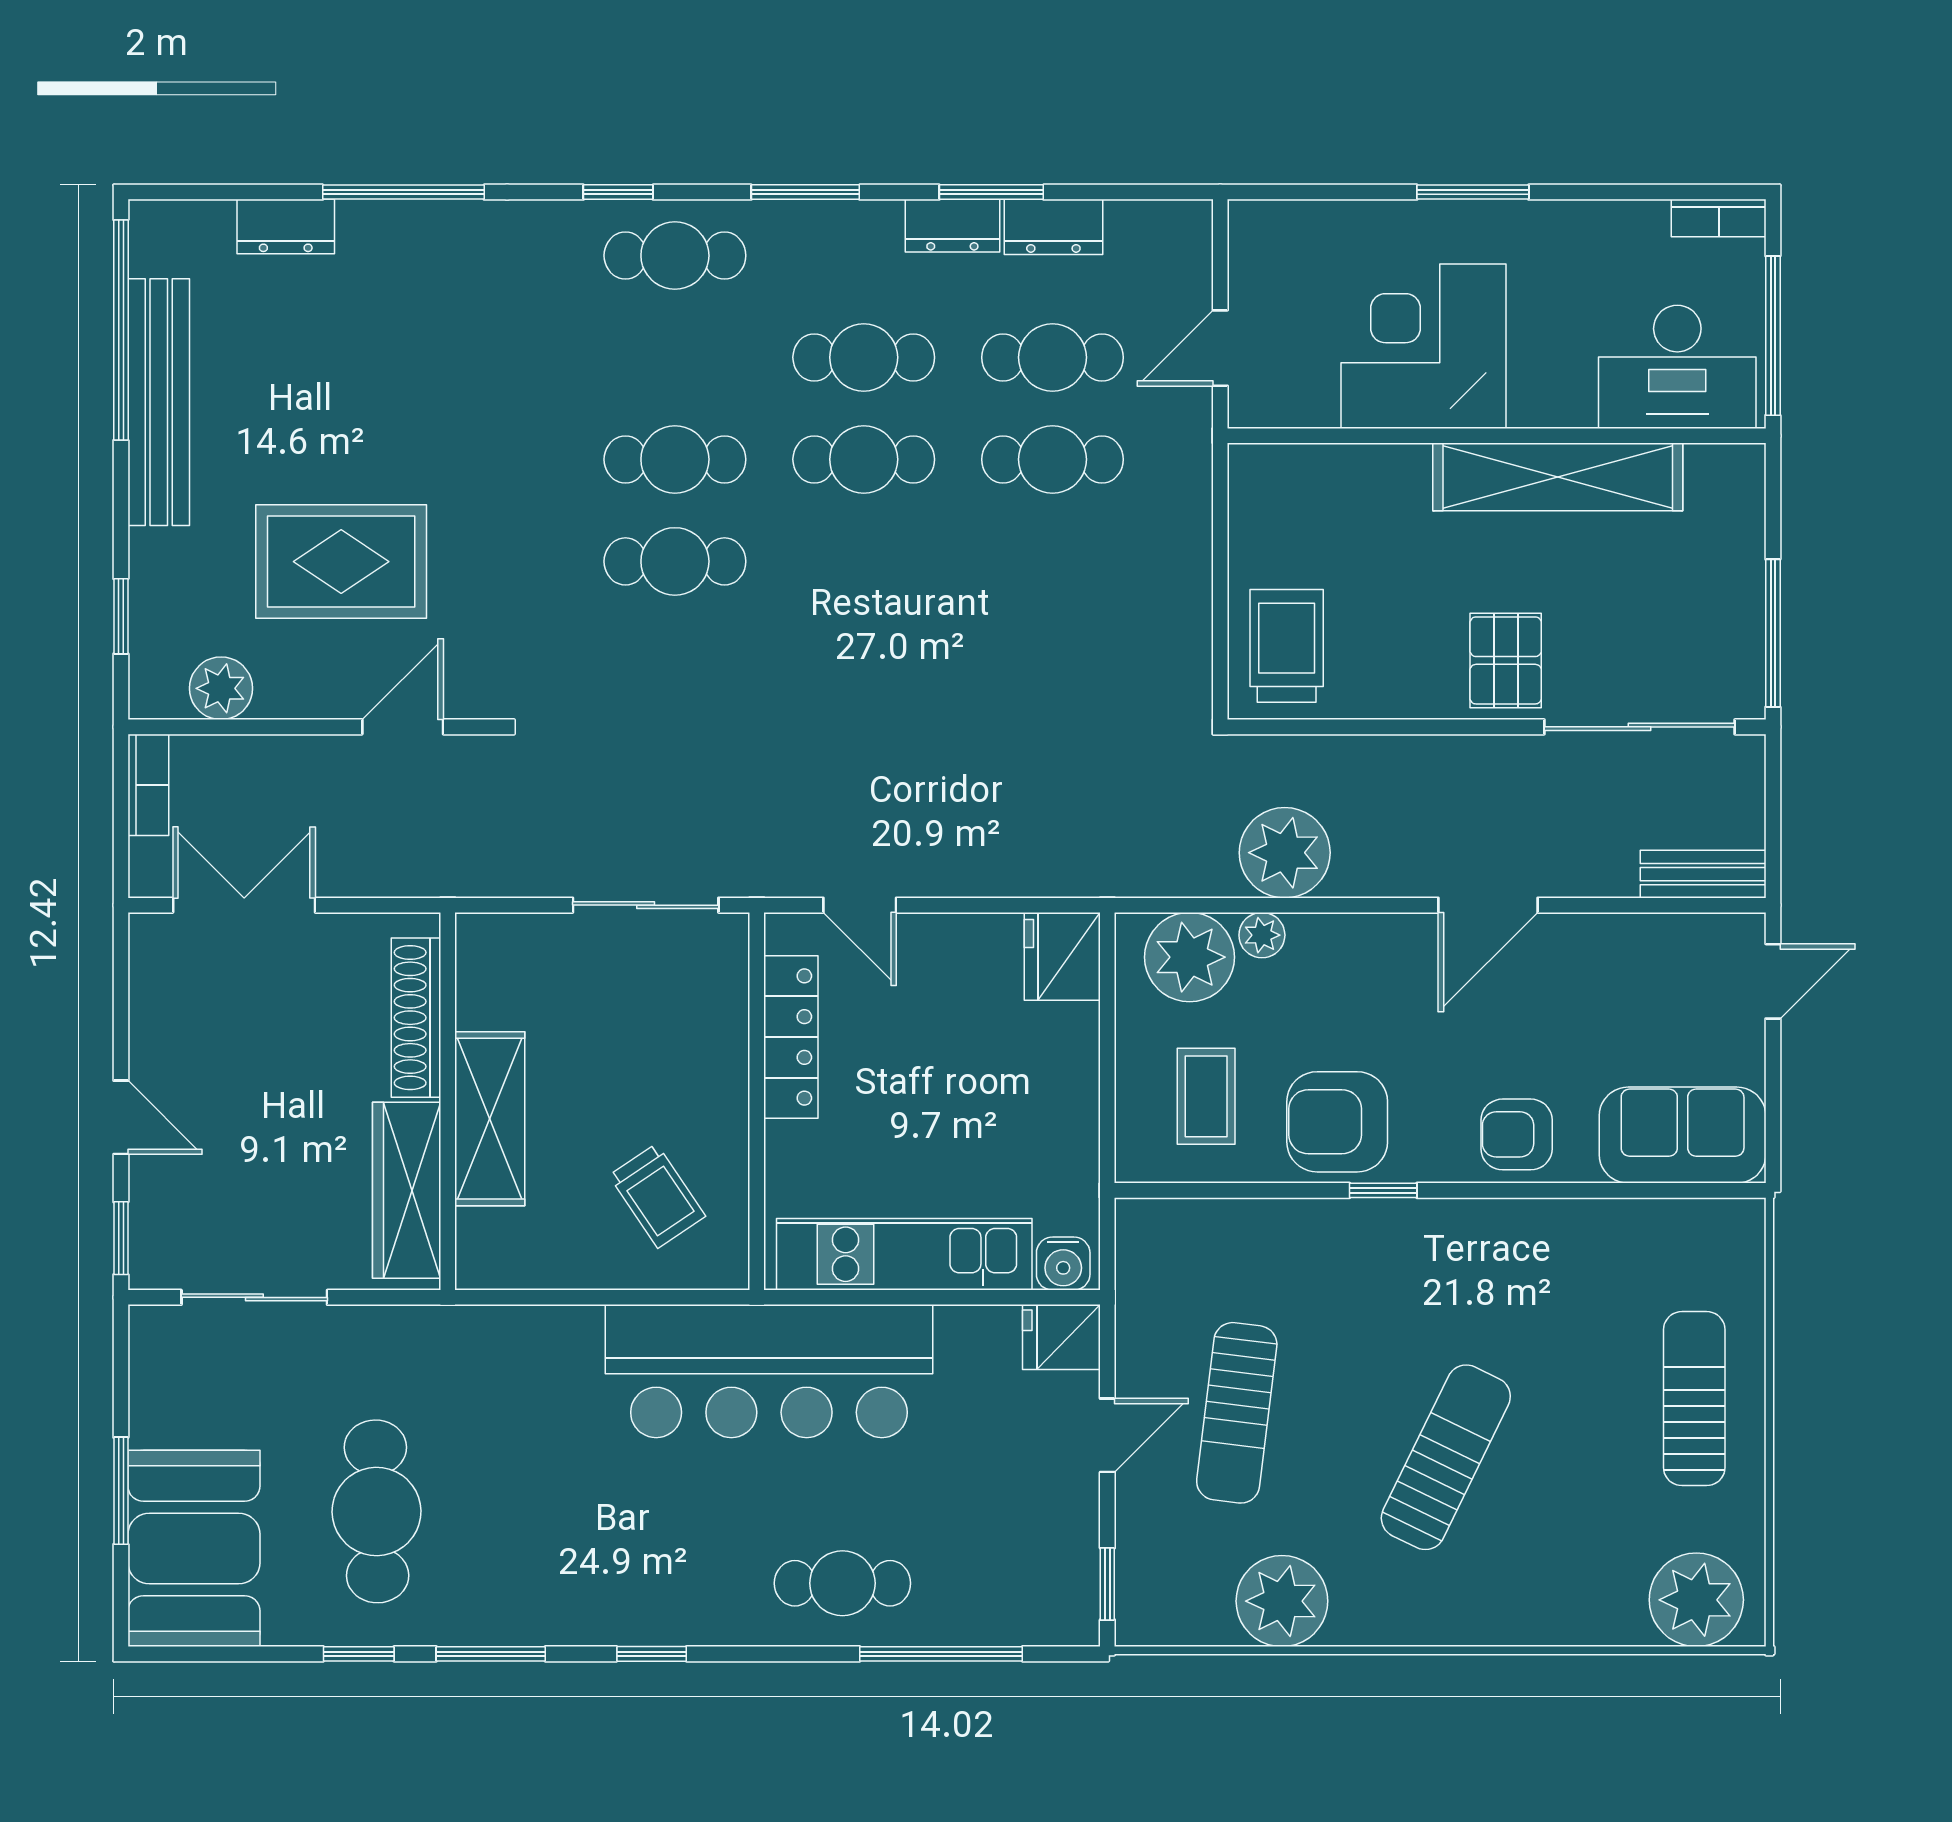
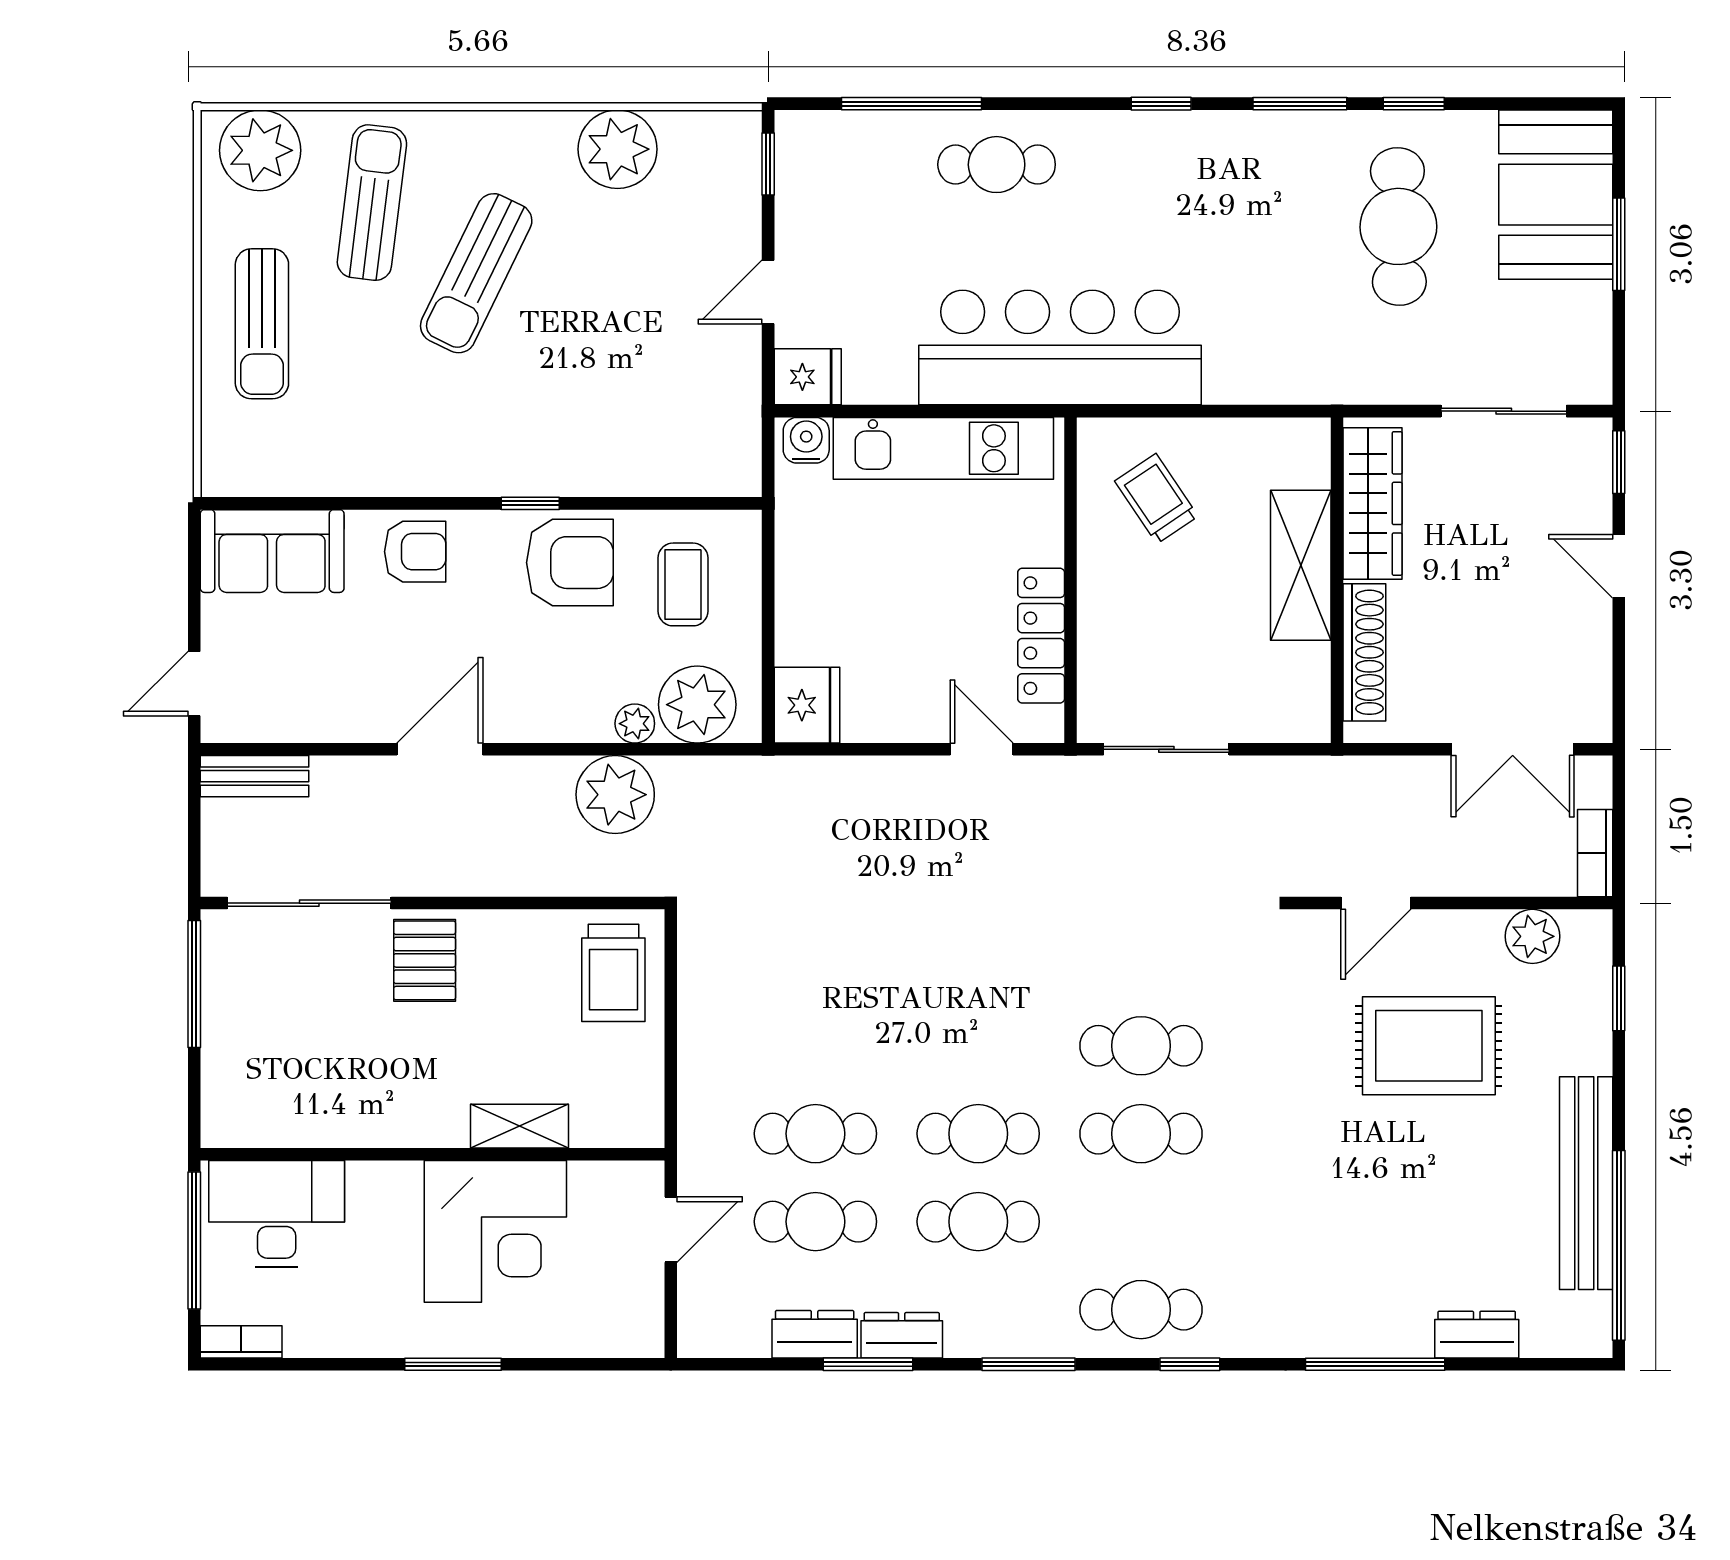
shelving: (1558, 477) -> (519, 1126), moved, width x0.45, depth x0.75
sun lounger: (1237, 1413) -> (372, 203), moved

